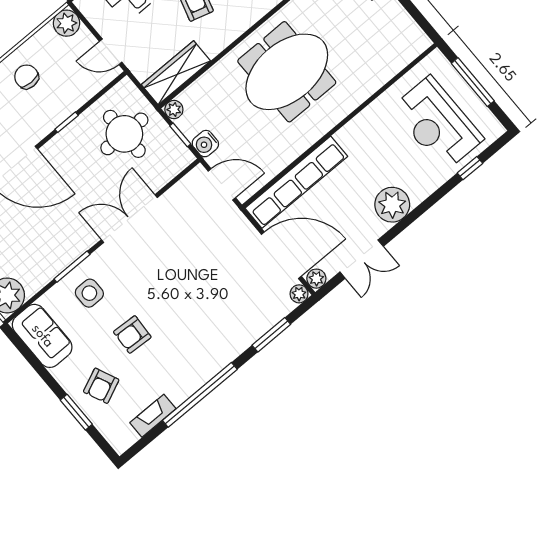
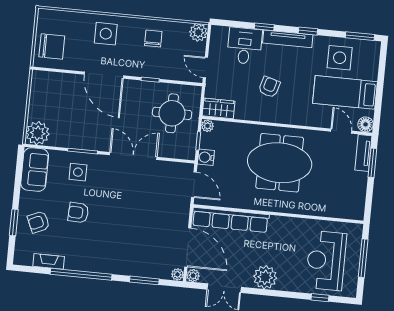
wardrobe: (176, 73) -> (219, 108), width x0.67

